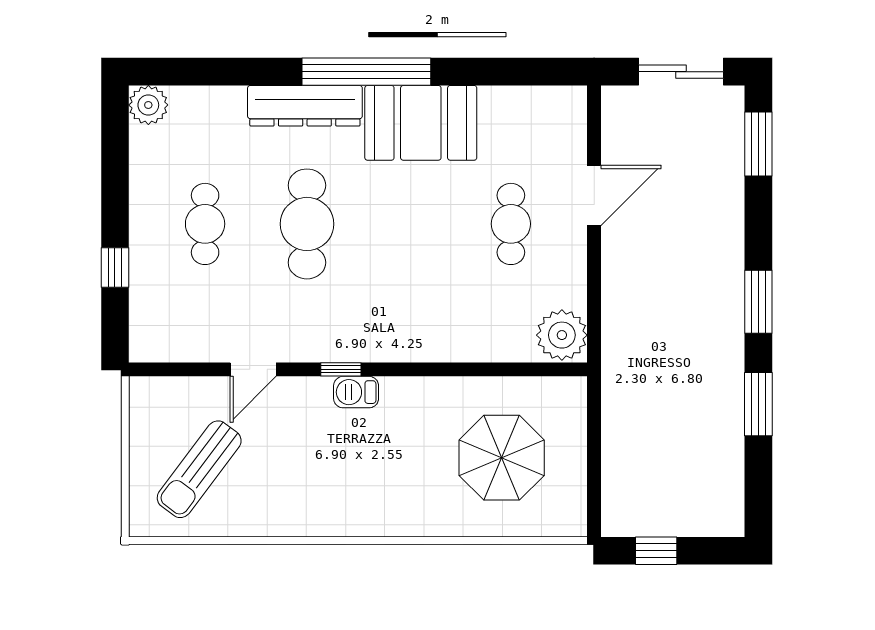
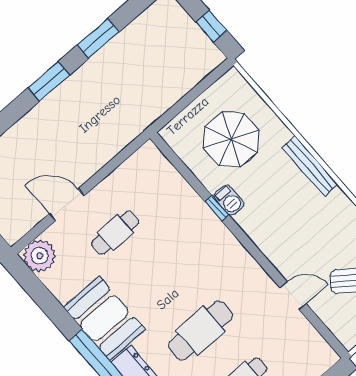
plant: (562, 335) -> (40, 256), moved
window: (341, 369) -> (217, 208), moved
barbecue: (356, 392) -> (229, 200), moved
bench: (389, 523) -> (310, 166), added

